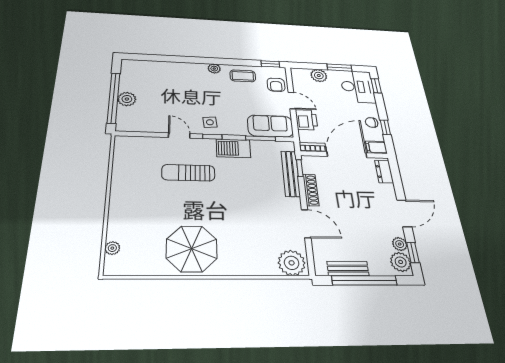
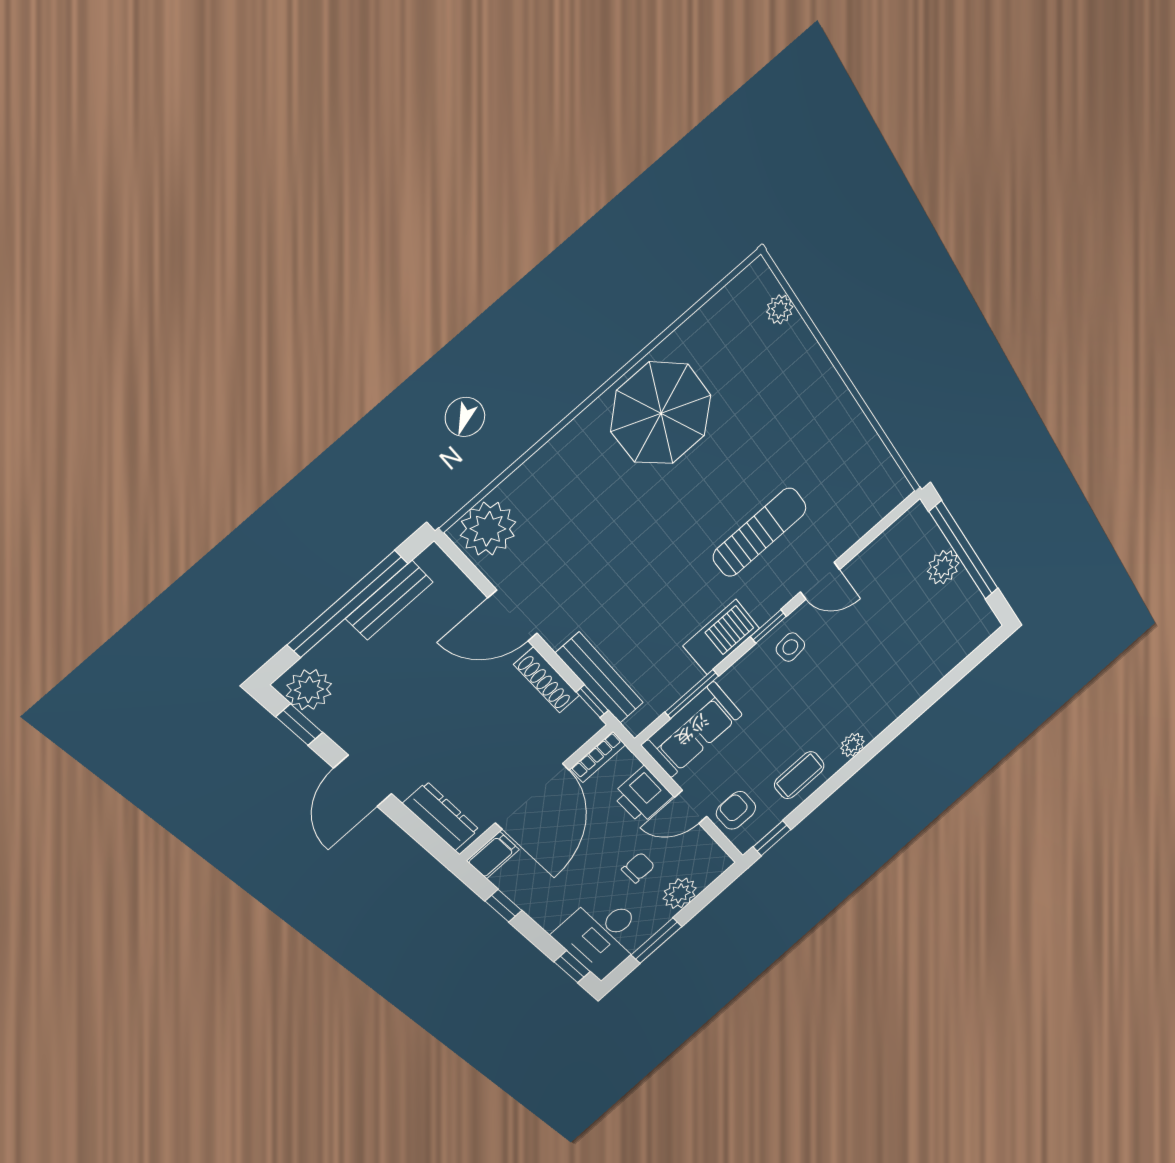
chair: (372, 122) -> (638, 868), moved
dresser: (384, 172) -> (441, 817), width x1.44
plant: (400, 244) -> (333, 720), removed

